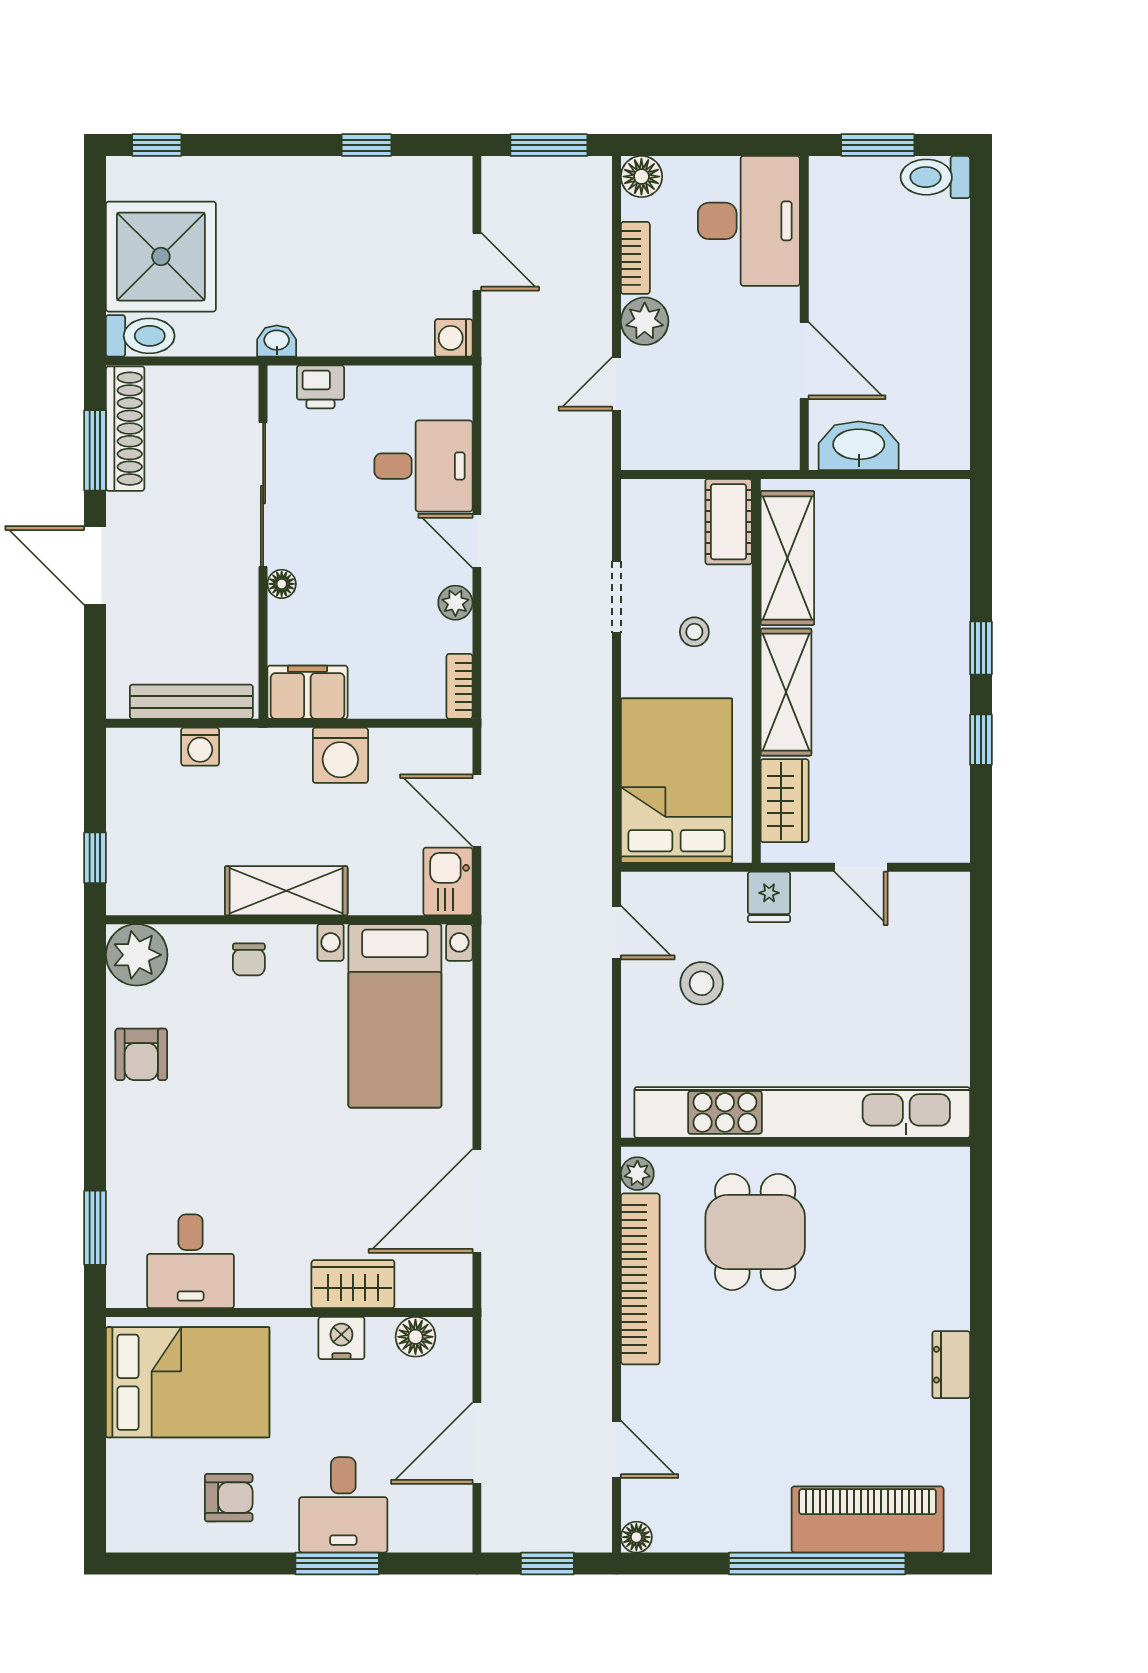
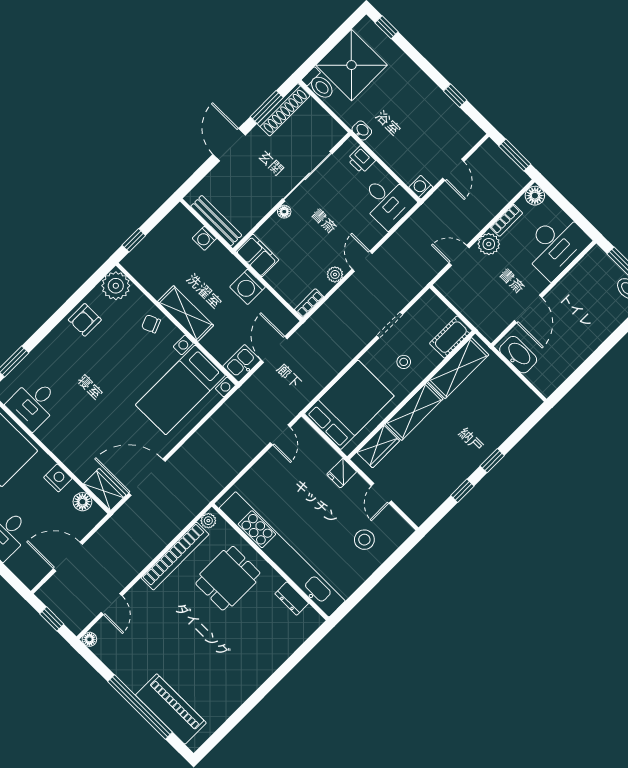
desk: (423, 466) -> (387, 201), moved
chair: (249, 959) -> (151, 324), turned 67
stool: (702, 983) -> (364, 540), moved
wardrobe: (353, 1284) -> (105, 490), moved
dresser: (951, 1365) -> (292, 599), moved, turned -90

